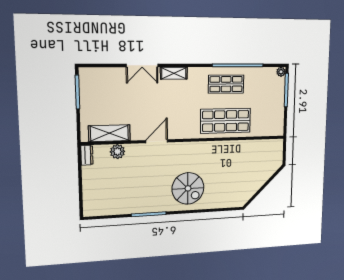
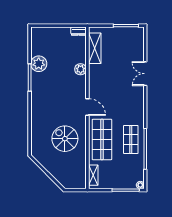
shelving: (174, 73) -> (93, 175), moved
door: (157, 141) -> (87, 107), moved
plant: (117, 152) -> (81, 69), moved
spiral stairs: (188, 188) -> (65, 139), moved, turned 90
plant: (131, 204) -> (39, 64), added

